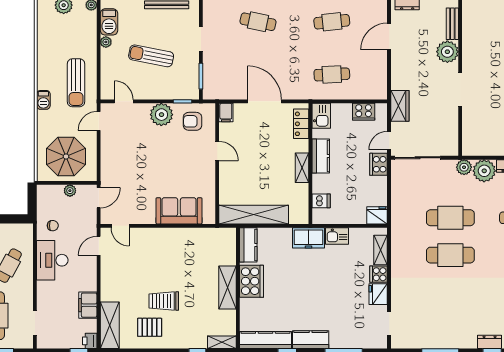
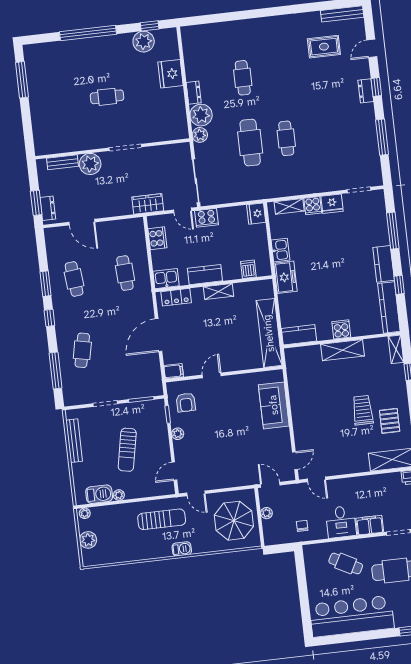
plant: (161, 115) -> (178, 434), width x0.53, depth x0.53
cafe table: (450, 255) -> (286, 138), width x0.73, depth x0.74
desk: (52, 260) -> (341, 522), width x0.73
cooker: (252, 281) -> (341, 329), width x0.53, depth x0.76
trolley: (164, 301) -> (363, 410), turned 180
filing cabinet: (88, 305) -> (370, 525), moved, turned 180

